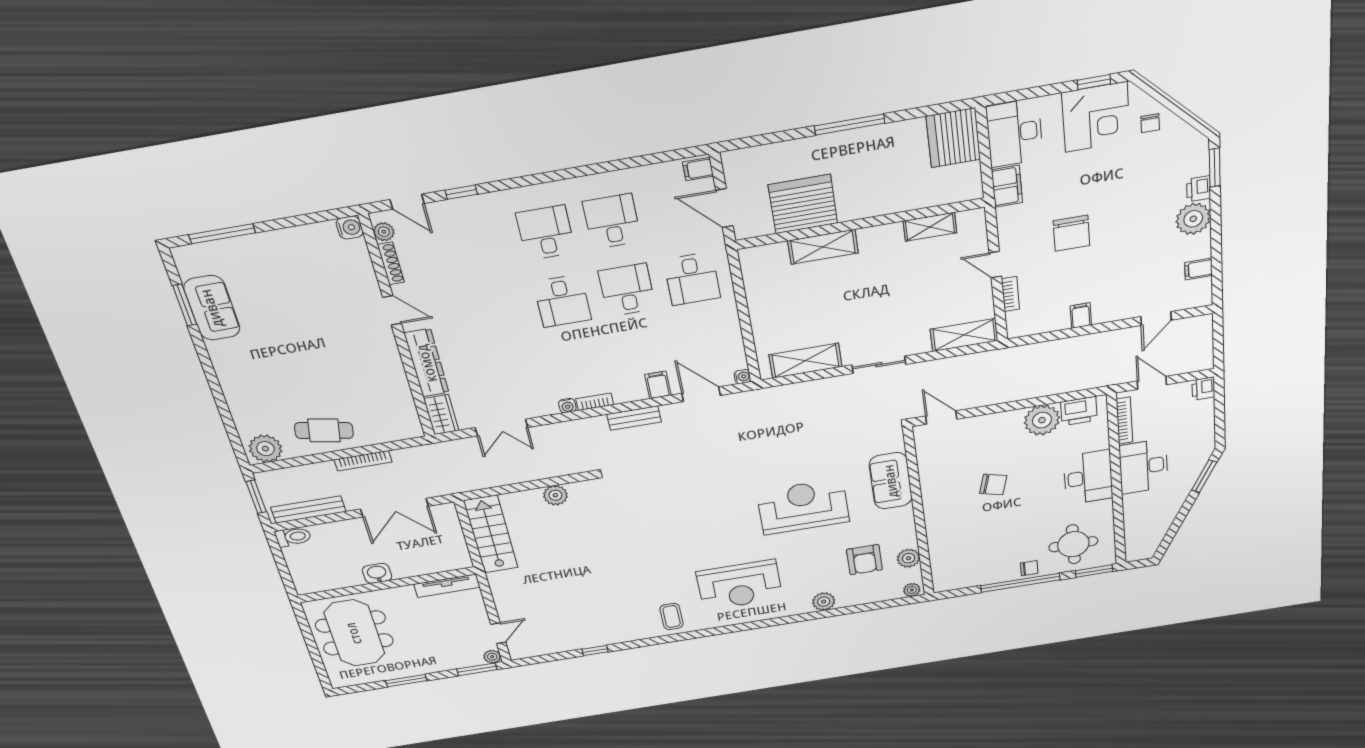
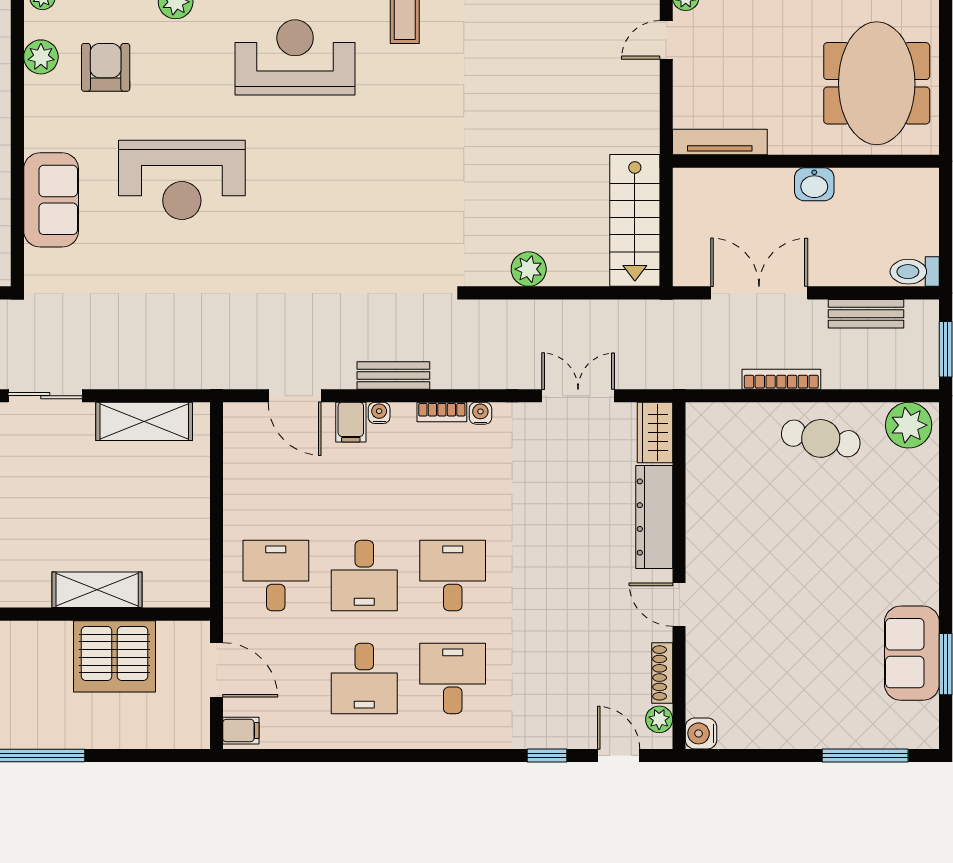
desk: (546, 233) -> (453, 678), turned 180
water cooler: (742, 377) -> (379, 413), moved, turned 90
bench: (308, 509) -> (866, 314), width x0.73

